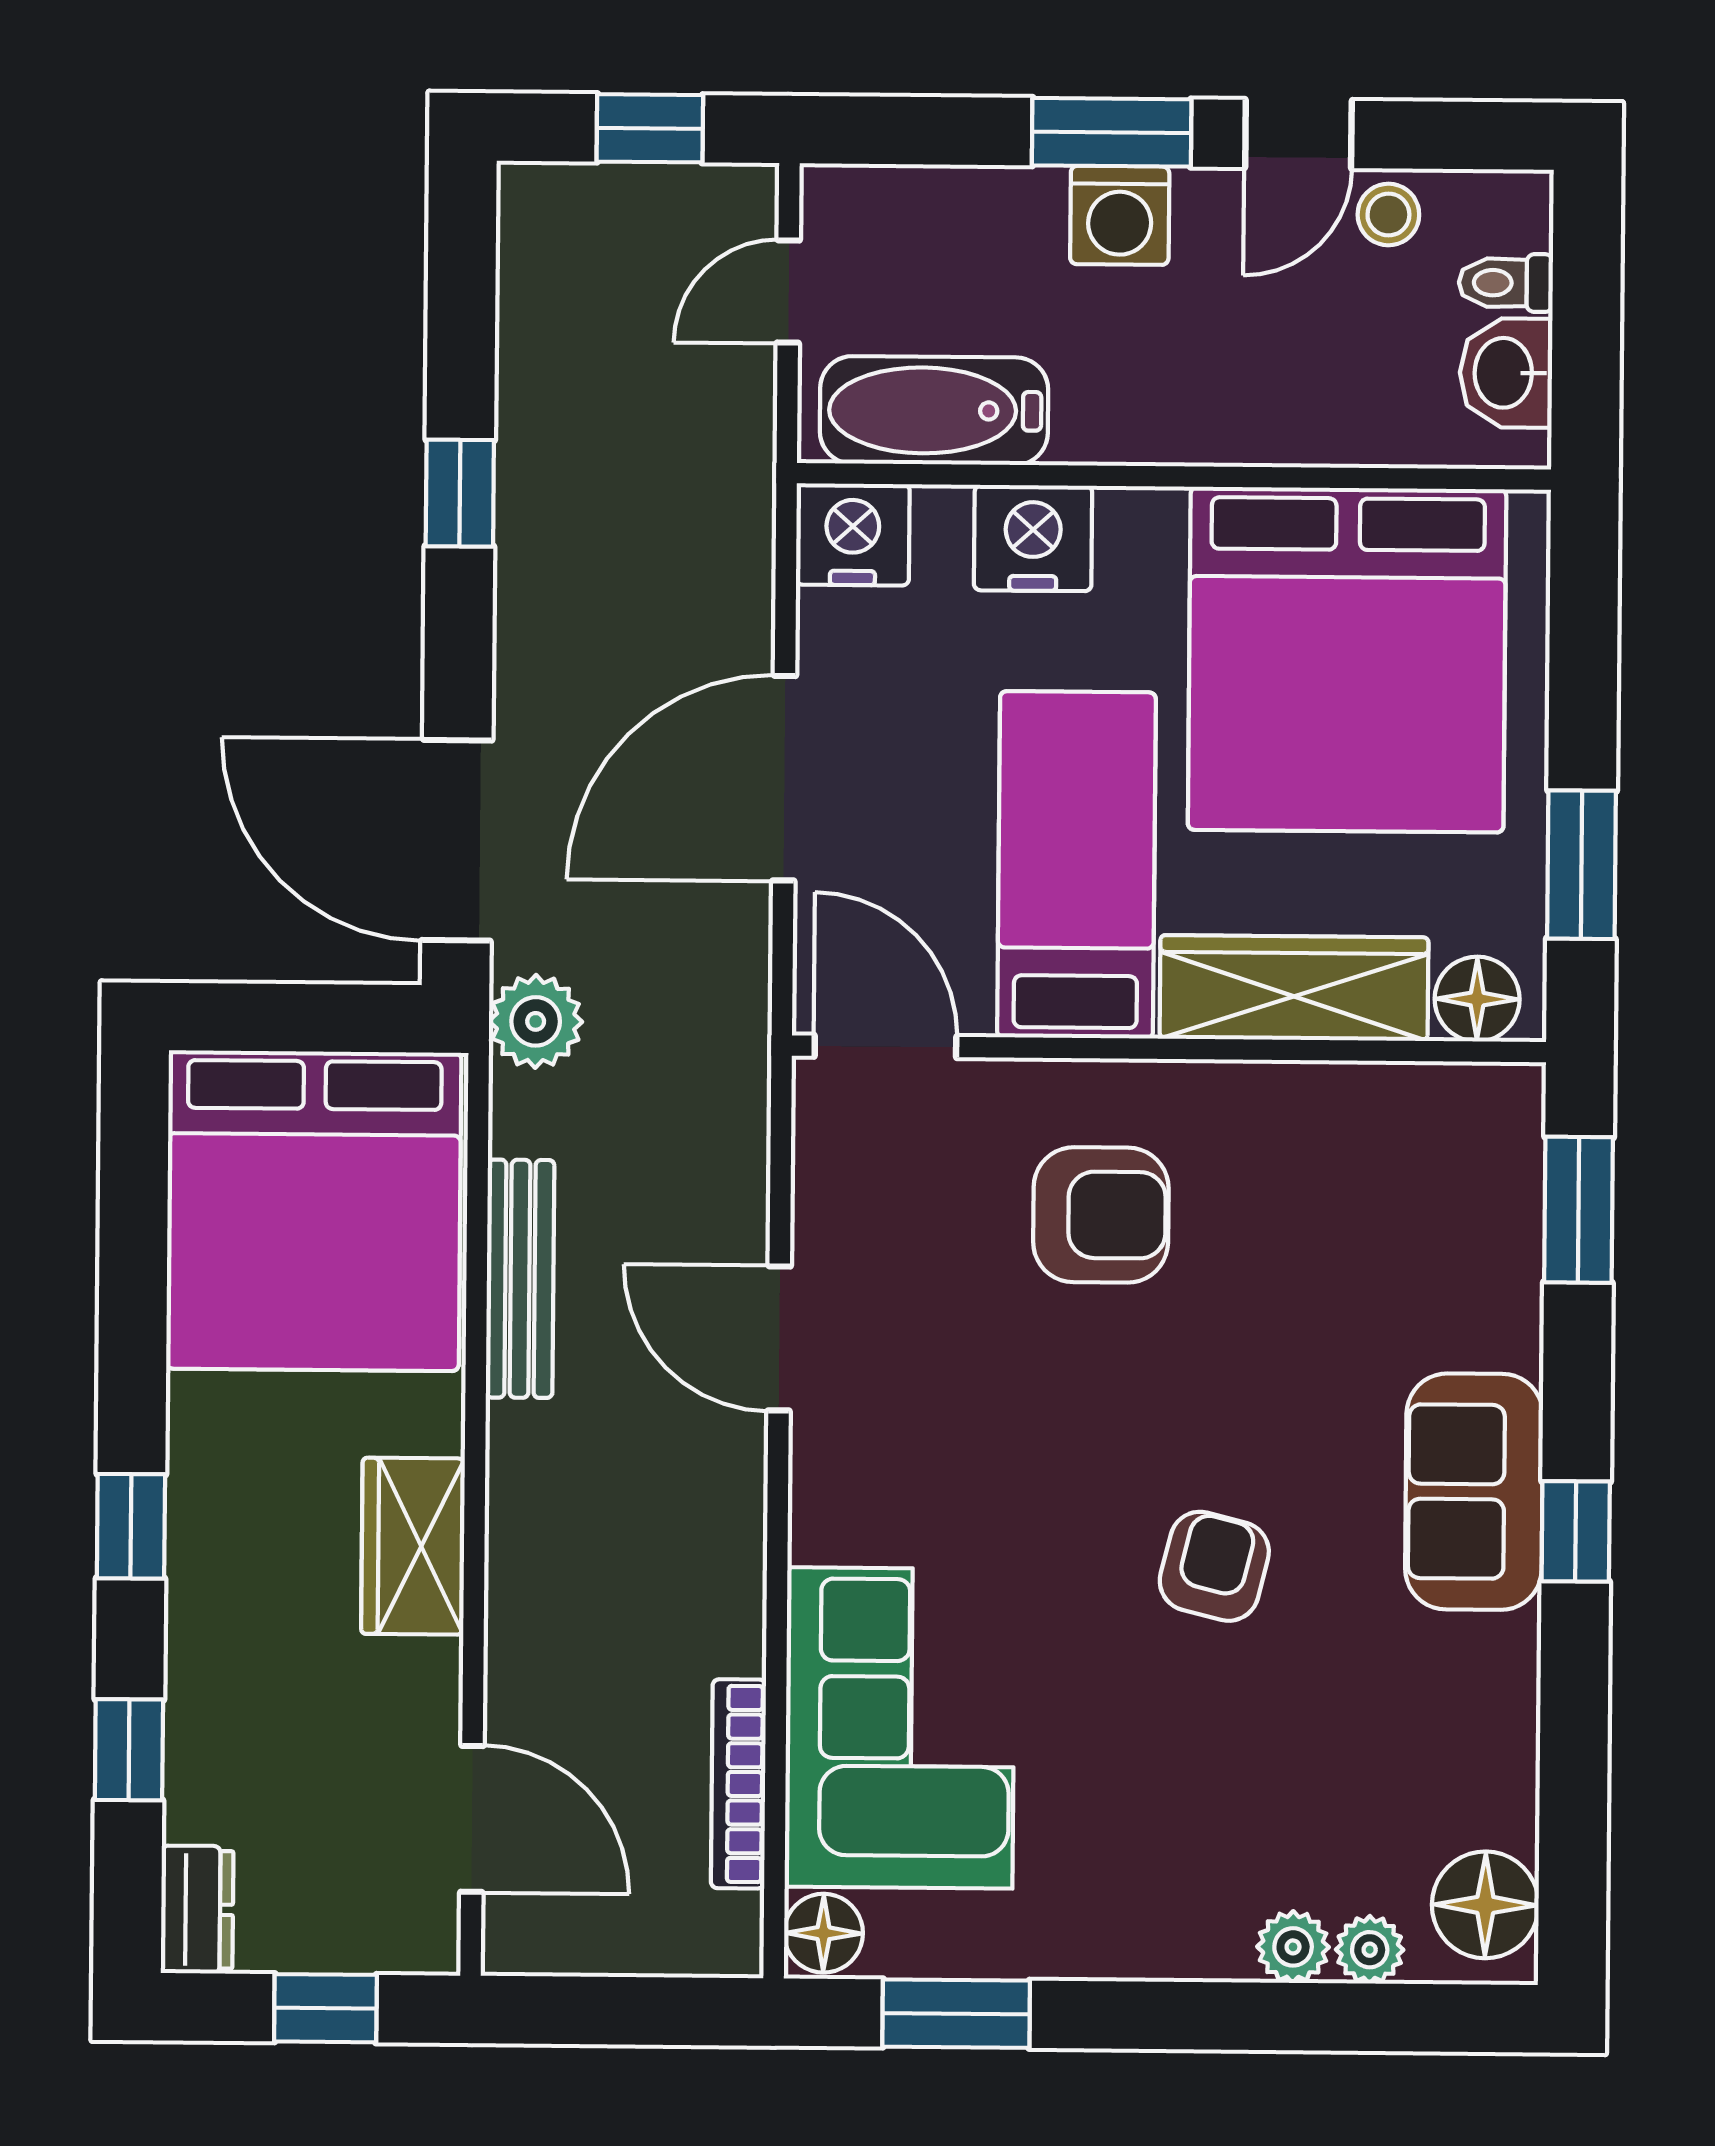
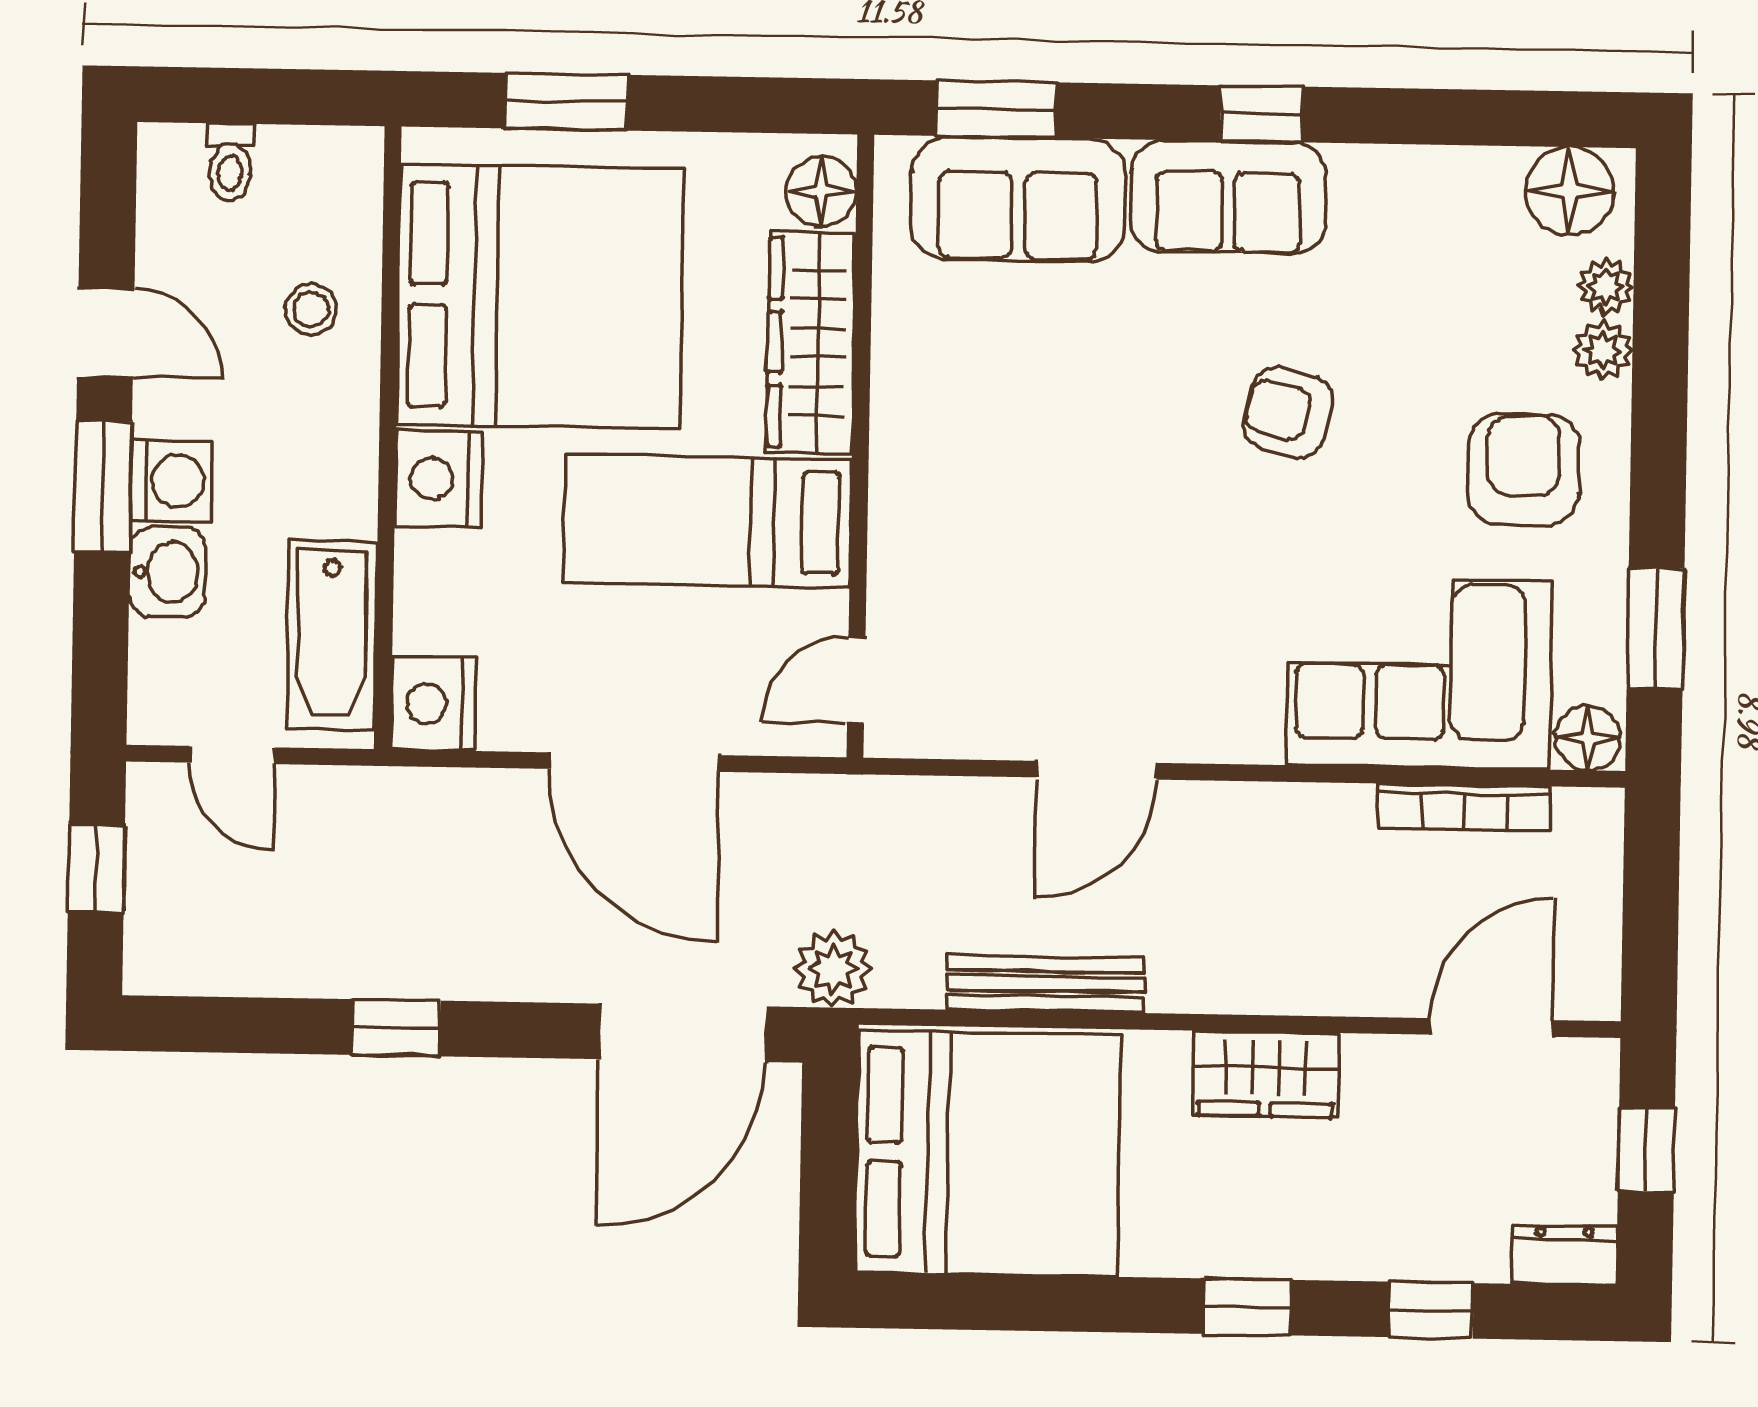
stool: (1388, 215) -> (311, 309), moved
washbasin: (1506, 373) -> (167, 572), moved, turned -90
nightstand: (1033, 538) -> (439, 479), moved
window: (1581, 865) -> (566, 102), moved
door: (885, 1046) -> (856, 680), width x0.73
armchair: (1101, 1215) -> (1523, 469), moved
sofa: (1470, 1237) -> (1018, 199), added

